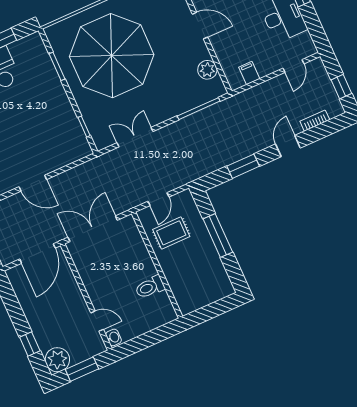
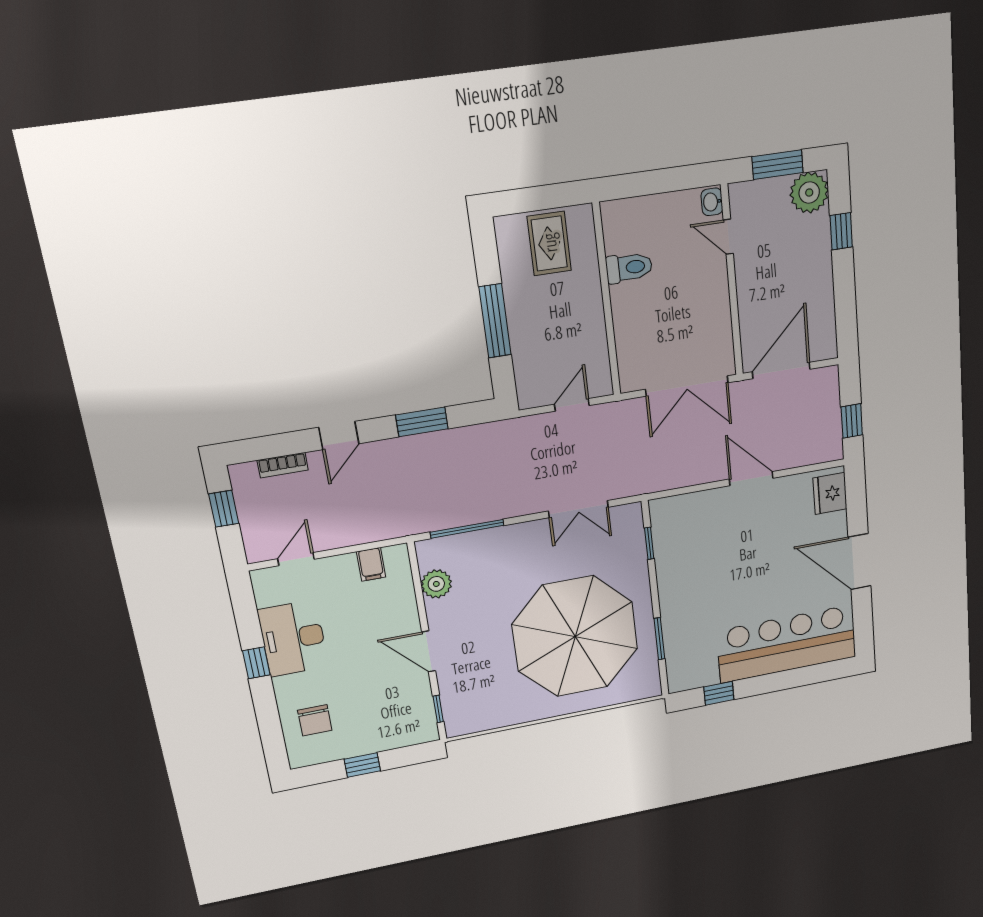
rug: (171, 233) -> (549, 243), moved, turned 90

